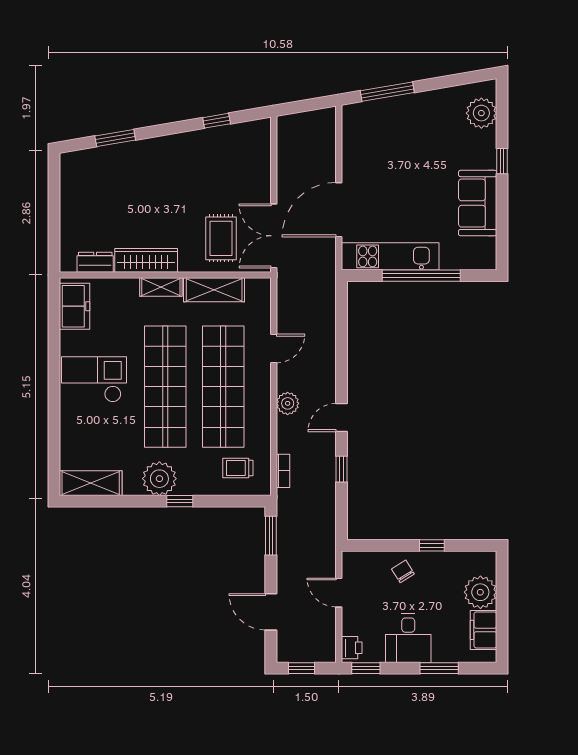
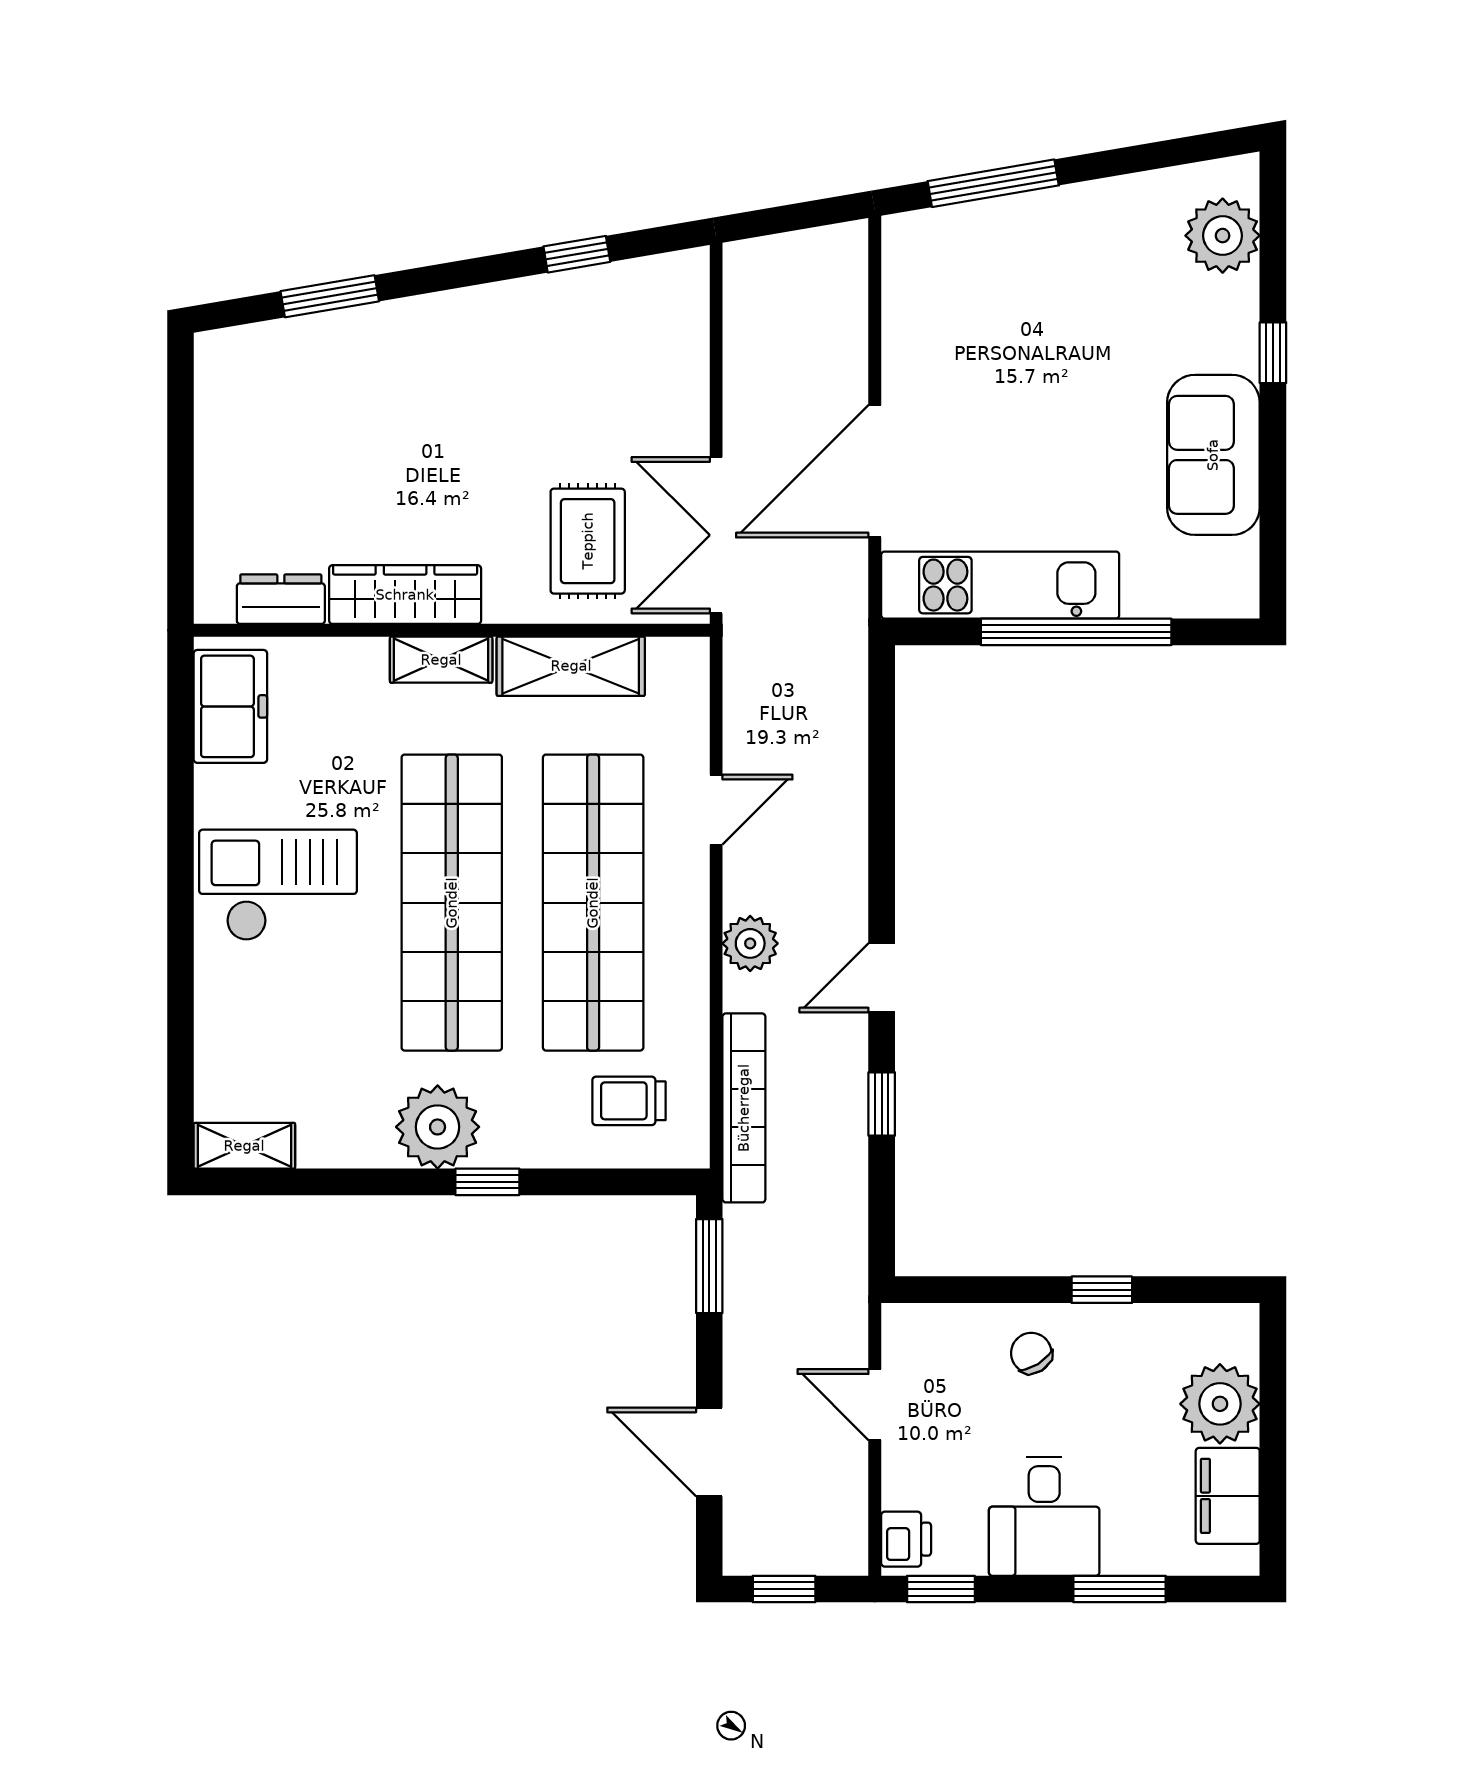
bookcase: (283, 471) -> (744, 1108), width x2.31, depth x1.31
shelving: (91, 483) -> (244, 1146), width x0.67, depth x0.75

